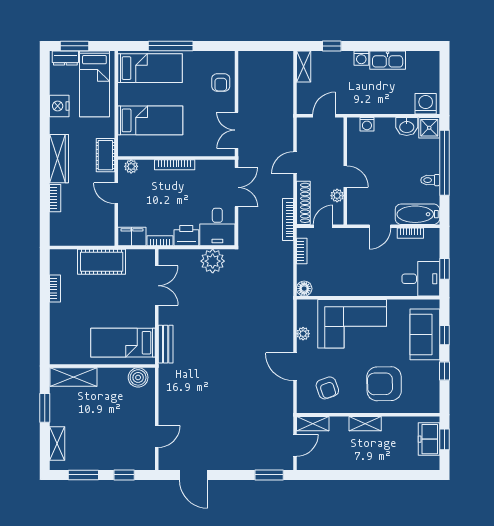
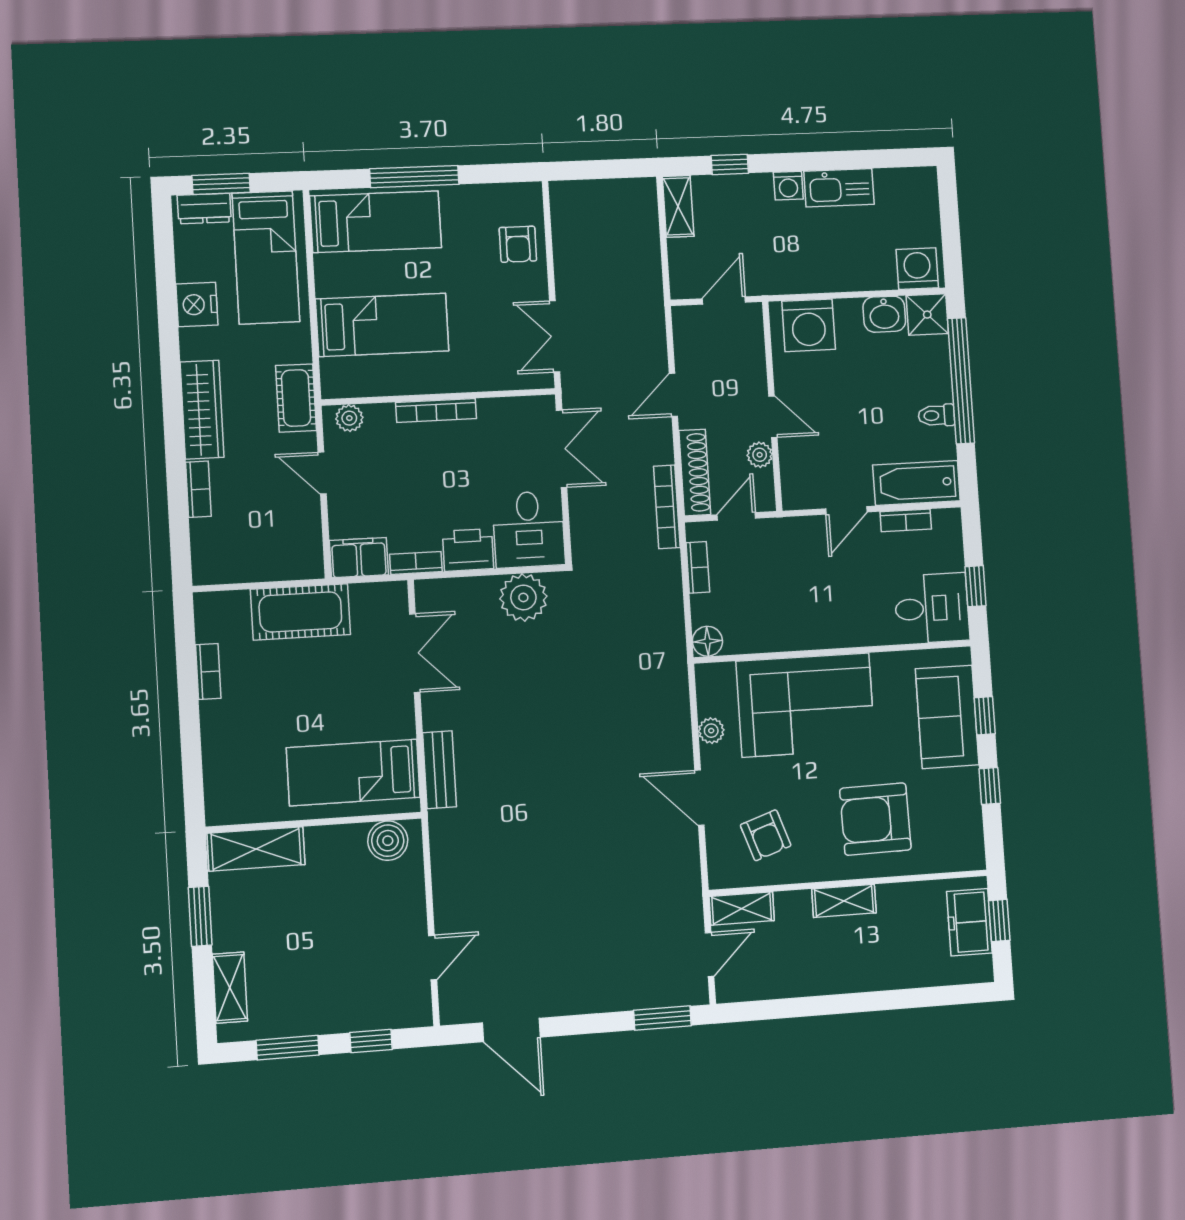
washing machine: (367, 124) -> (809, 325), width x1.89, depth x1.89

